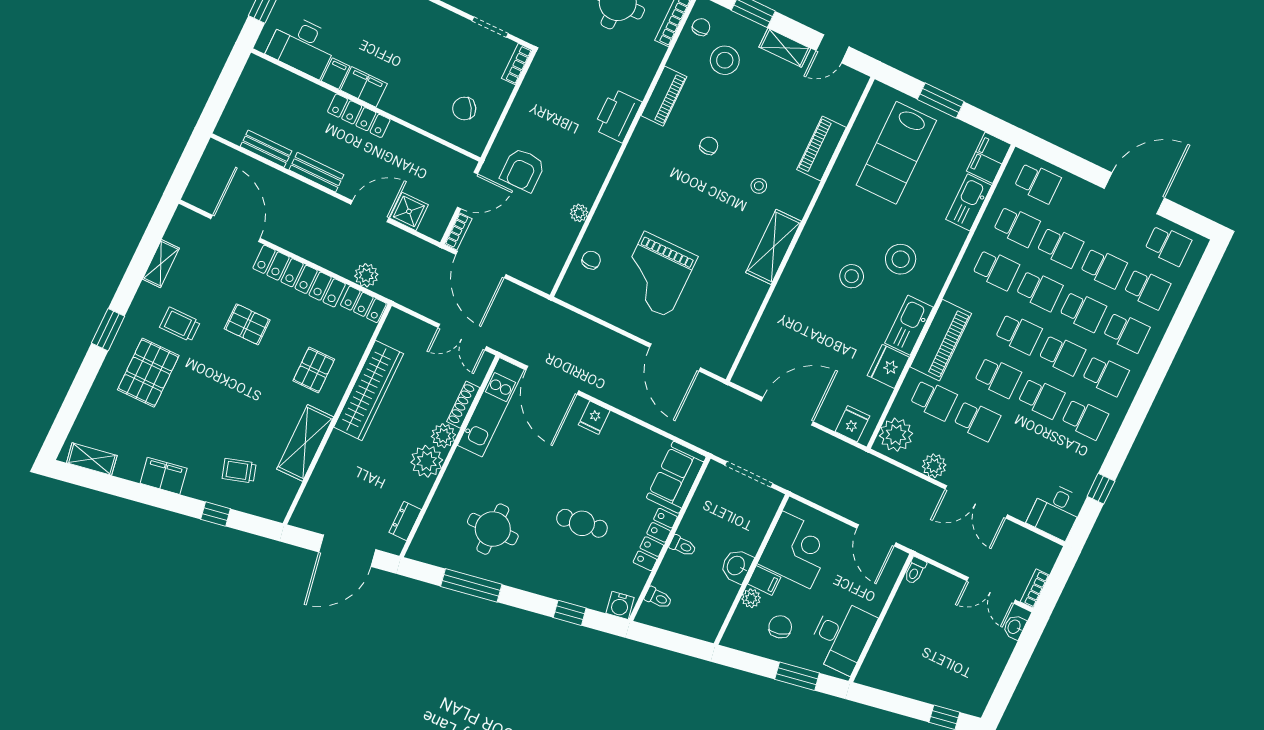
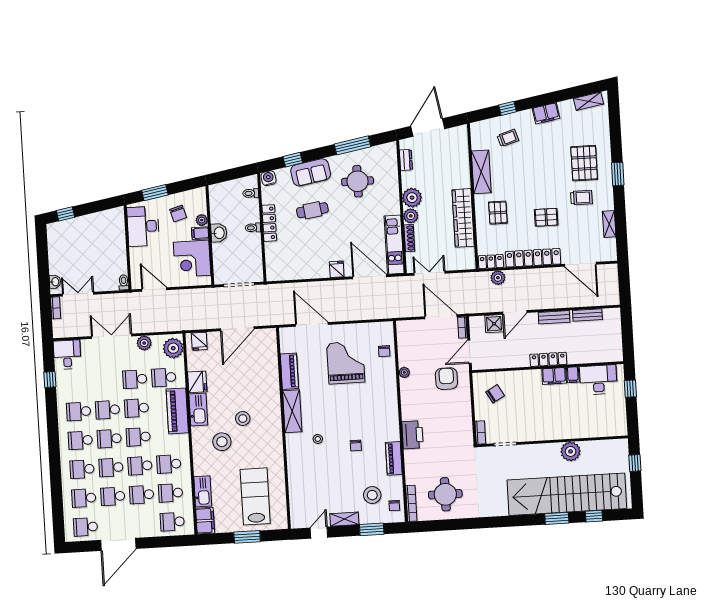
piano: (822, 148) -> (289, 371), moved
sofa: (676, 477) -> (311, 172), moved, turned 80

